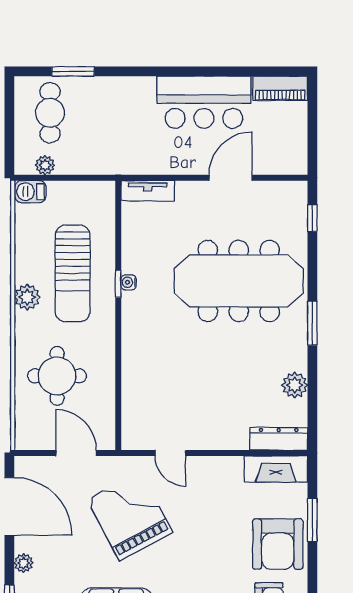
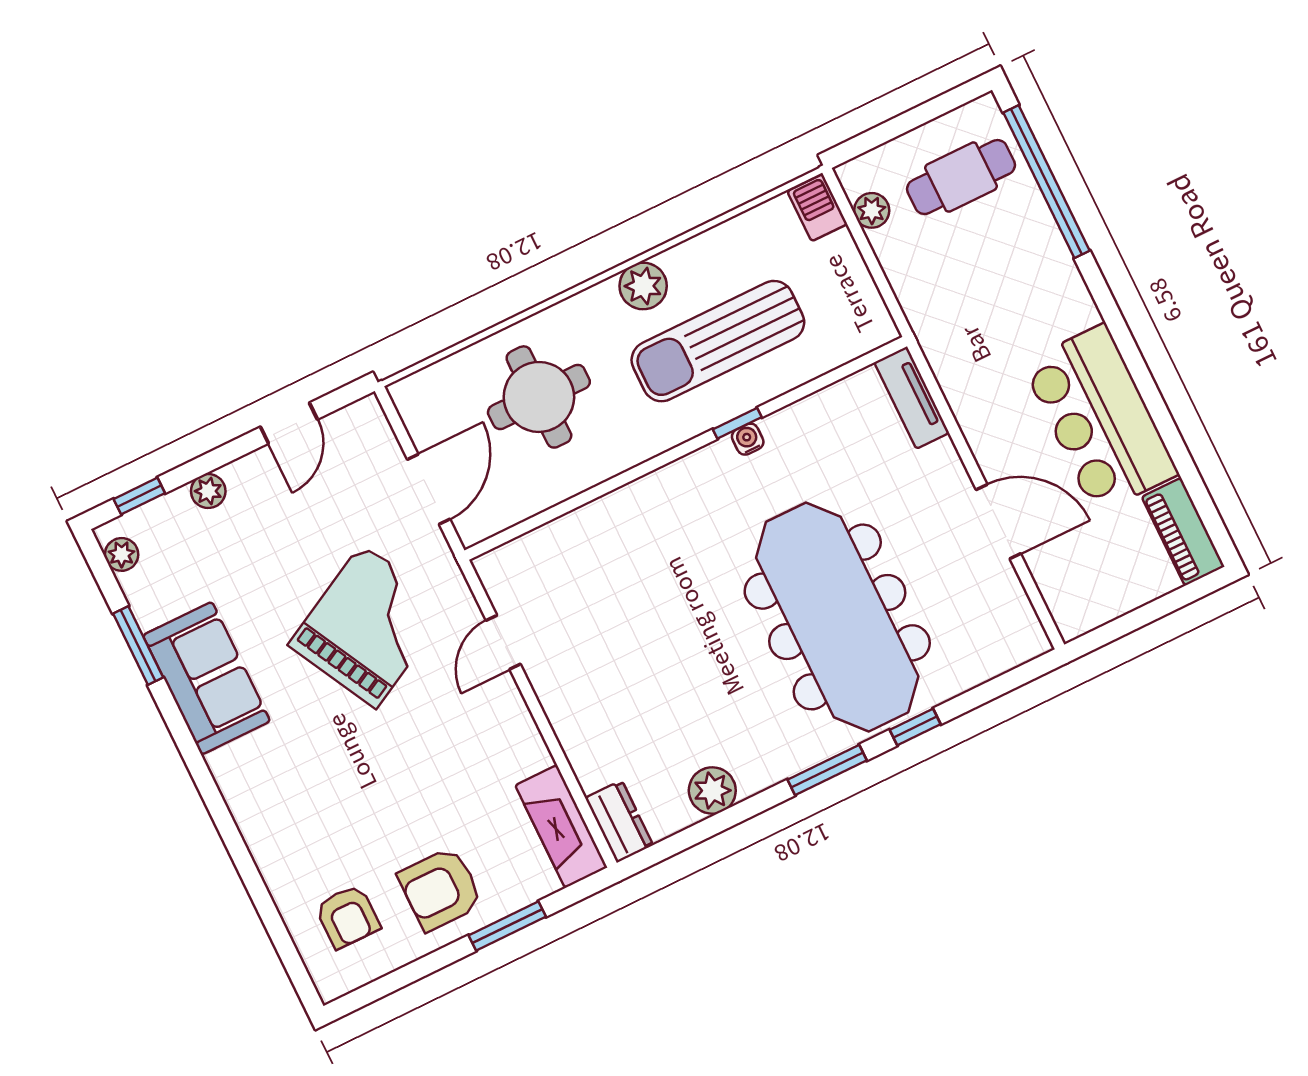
window: (73, 71) -> (1046, 182), width x2.11
window: (312, 218) -> (915, 727), moved
dresser: (279, 439) -> (619, 821), width x0.70
door: (9, 506) -> (289, 423), width x0.53
armchair: (278, 544) -> (440, 889), width x0.73, depth x0.73

